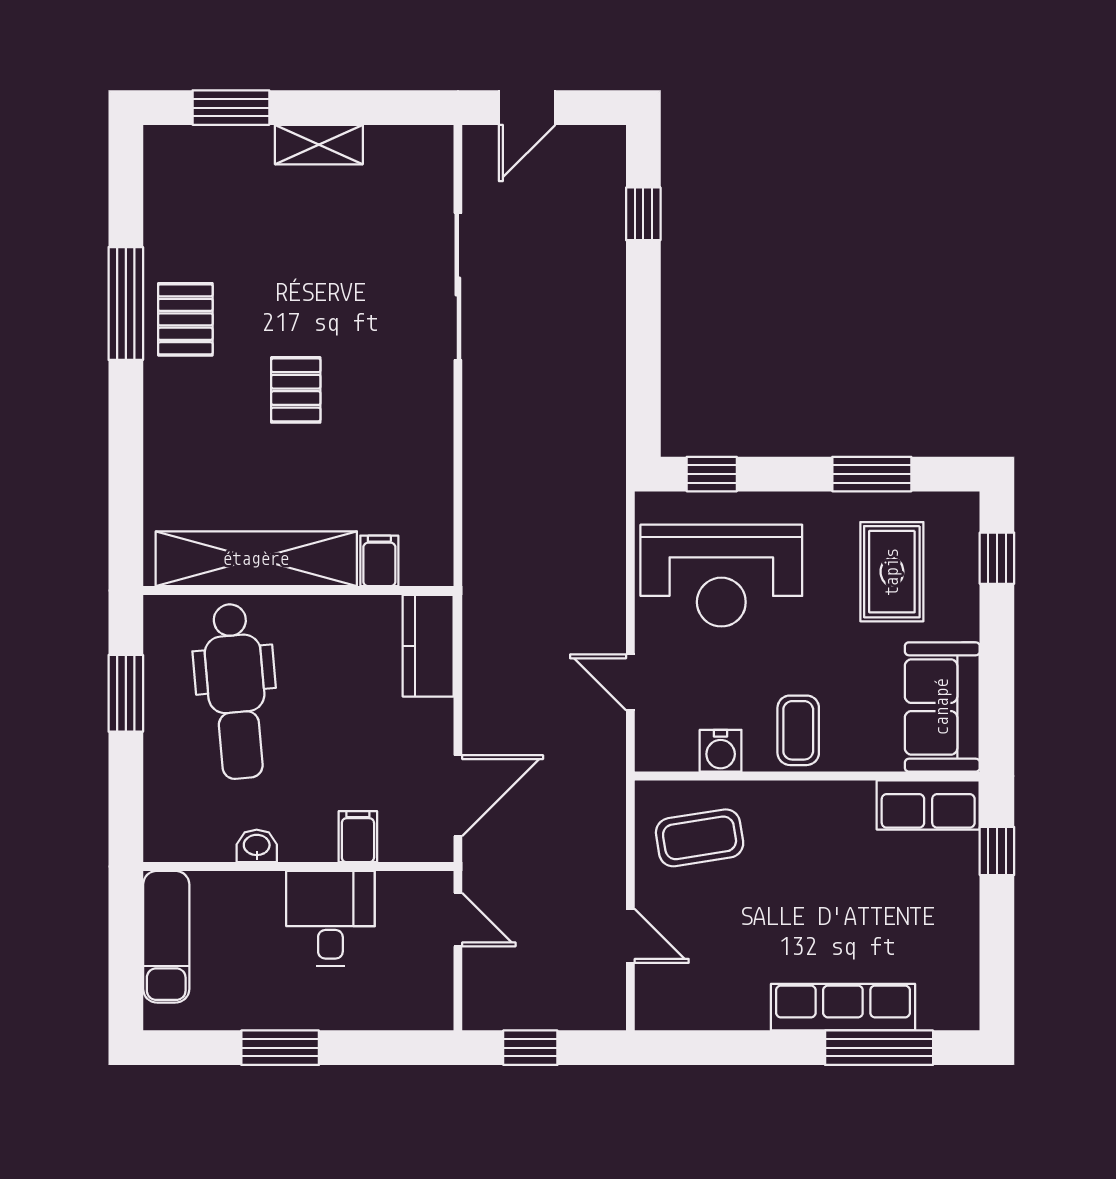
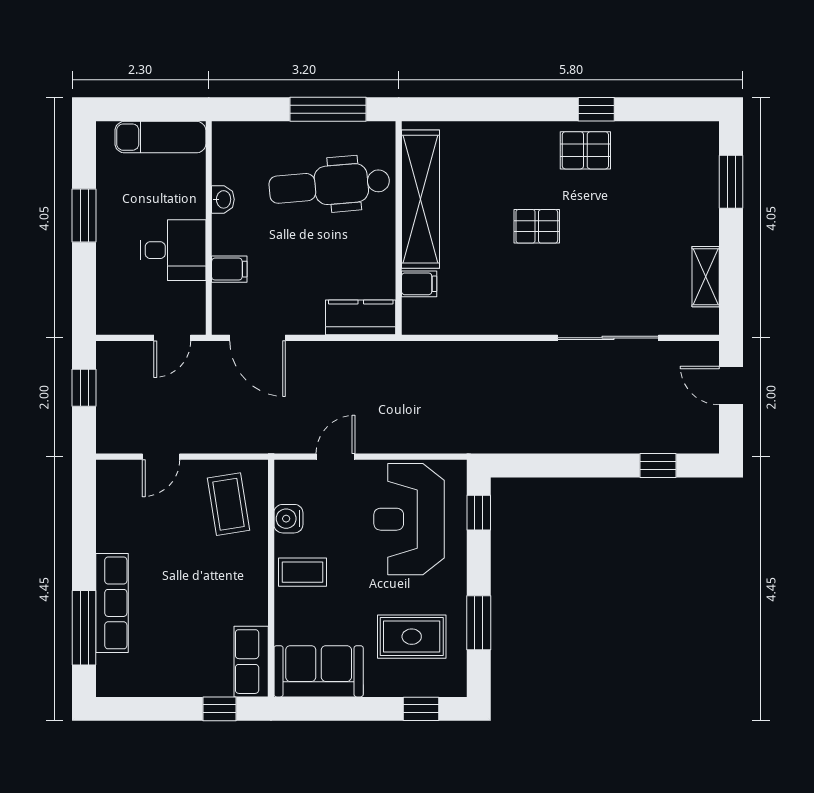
shelving: (319, 145) -> (706, 277), moved
window: (126, 304) -> (596, 109), width x0.46
window: (126, 693) -> (328, 109), width x1.44

